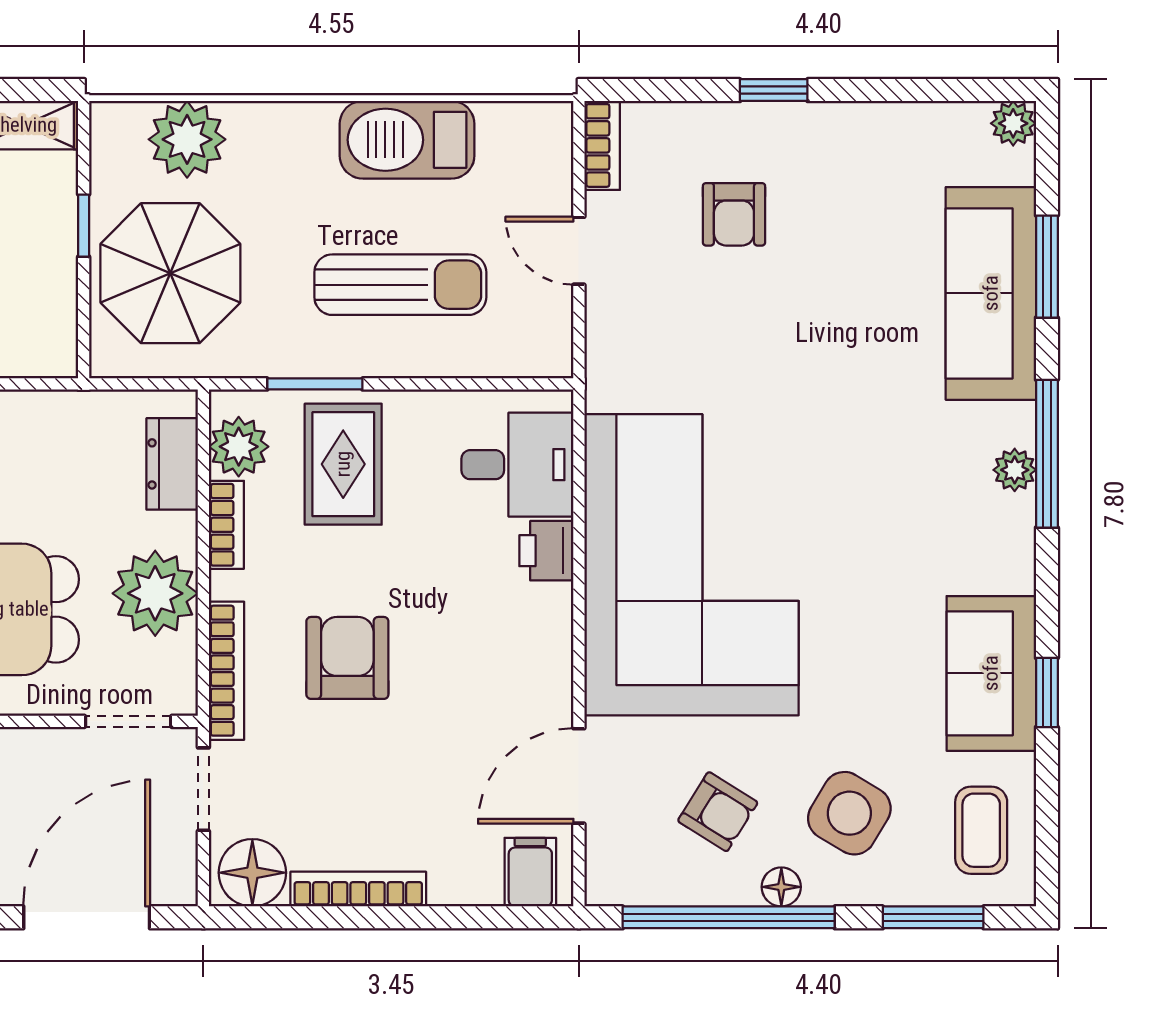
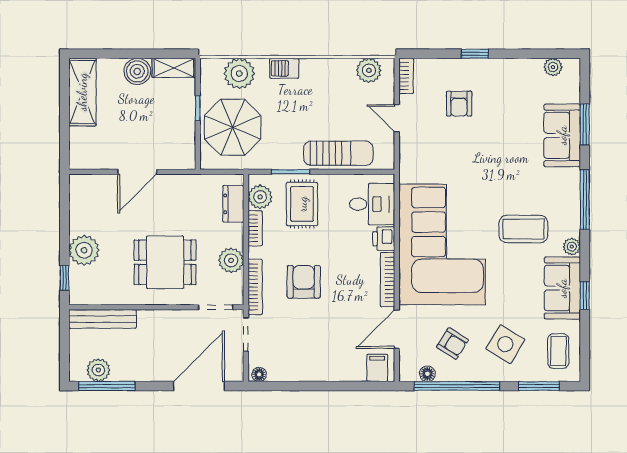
plant: (1013, 123) -> (553, 67), moved
plant: (510, 132) -> (369, 70), added
barbecue: (407, 140) -> (284, 68), moved, width x0.53, depth x0.65
sun lounger: (400, 285) -> (338, 153), moved
sofa: (991, 293) -> (562, 135), width x0.73
plant: (1015, 470) -> (572, 247), moved
coffee table: (894, 527) -> (523, 229), added
plant: (155, 593) -> (231, 260), width x0.73, depth x0.73
floor lamp: (252, 873) -> (259, 374), width x0.53, depth x0.53
floor lamp: (781, 887) -> (427, 374), moved
bookcase: (358, 889) -> (388, 280), moved, turned -90

